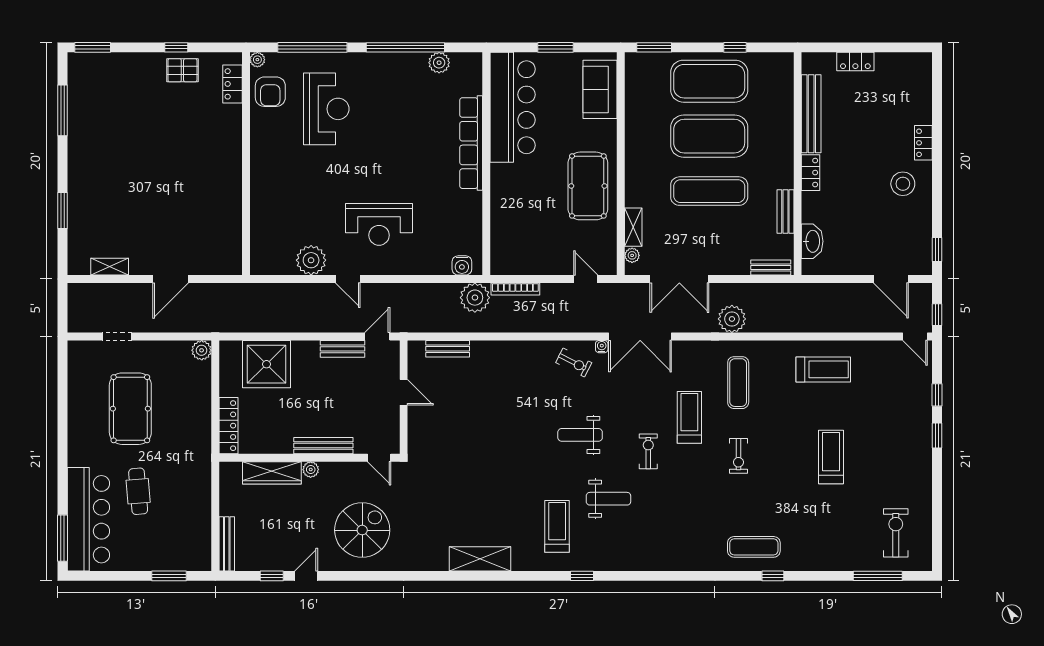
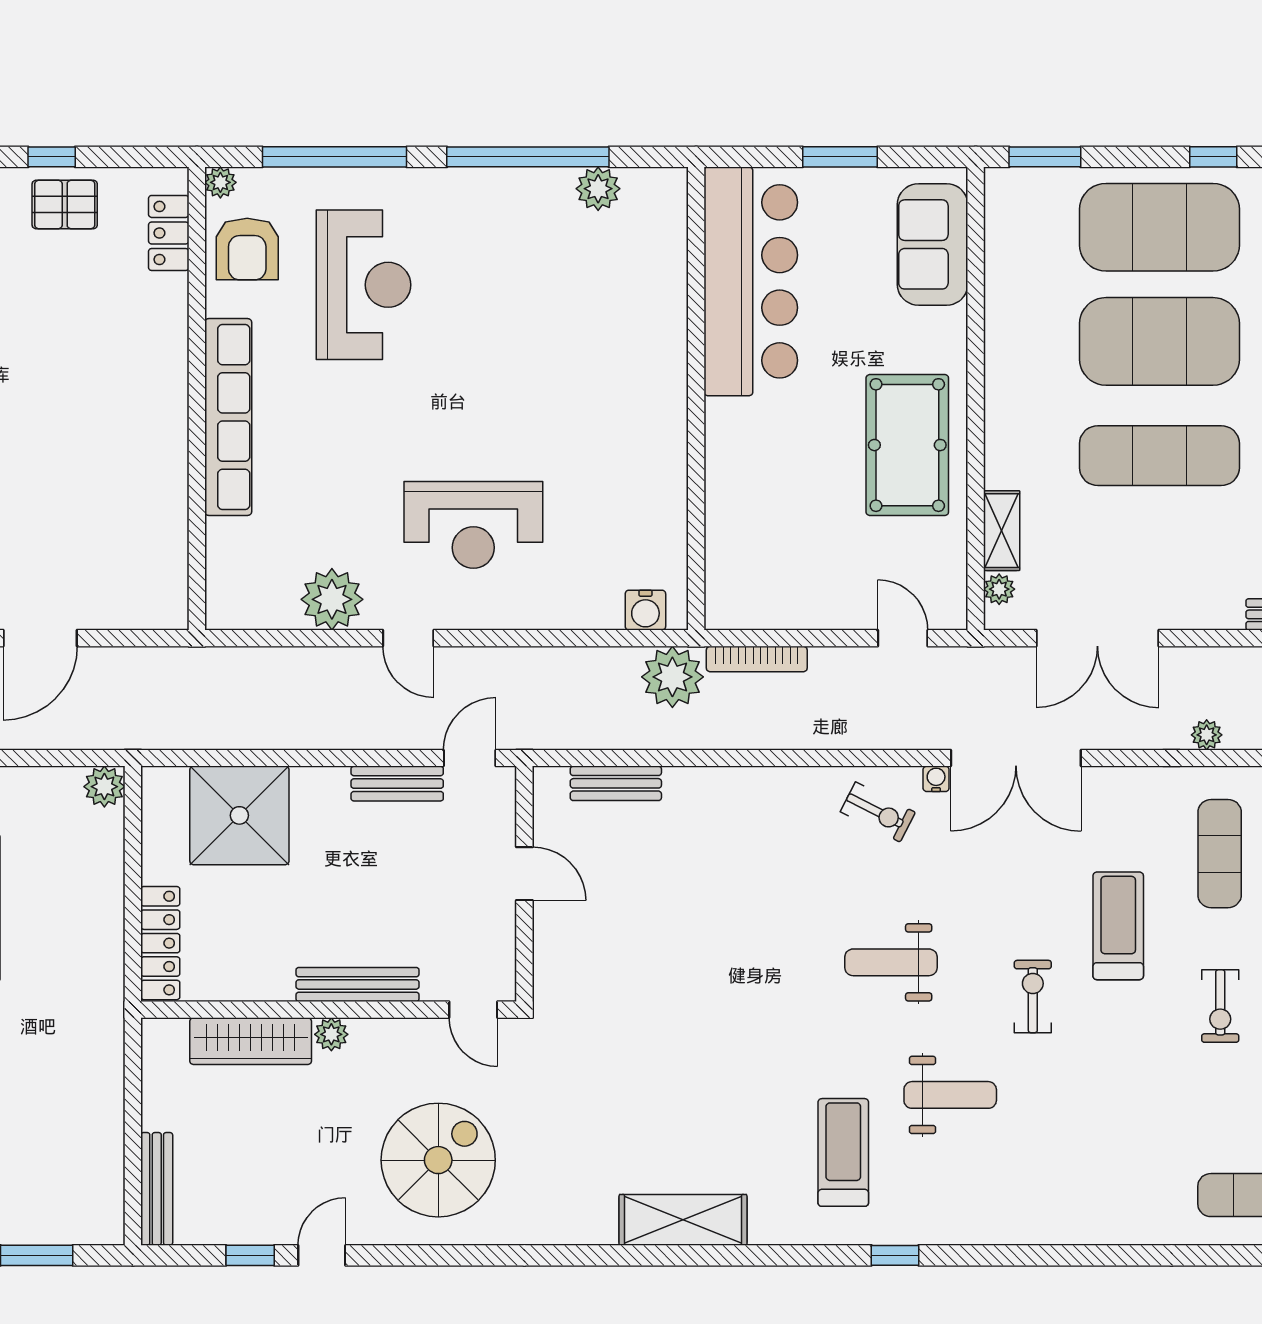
row of seats: (471, 143) -> (228, 417), moved, turned 180
plant: (732, 319) -> (1207, 735), width x0.53, depth x0.53

